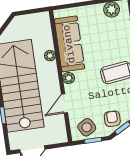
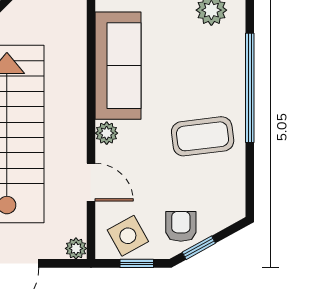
plant: (50, 56) -> (76, 248), moved
door: (65, 103) -> (91, 182), swing flipped

